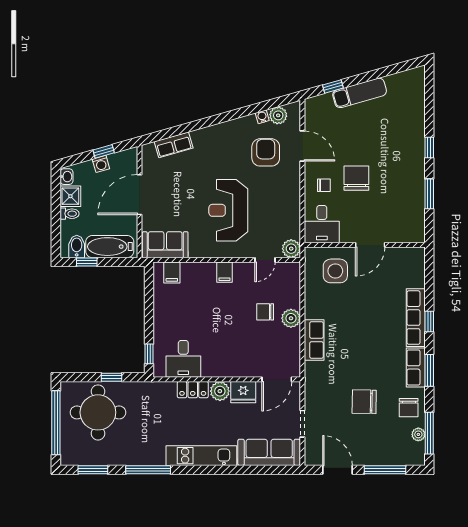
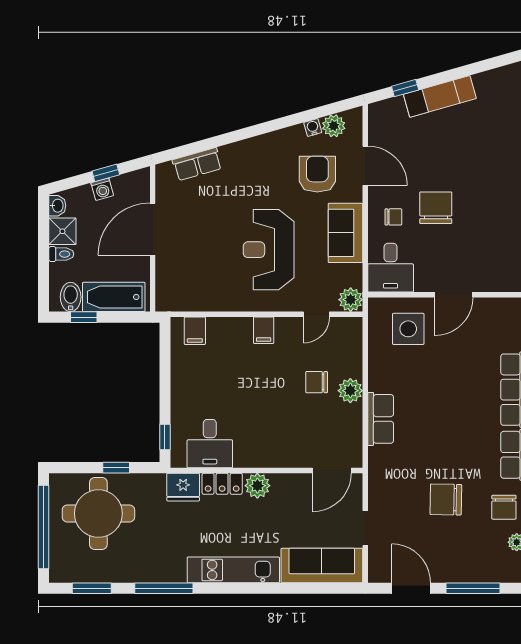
sofa: (165, 245) -> (345, 233), moved, turned -90
fridge: (243, 392) -> (183, 487), moved

